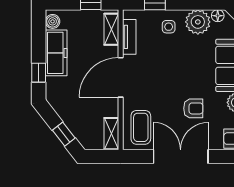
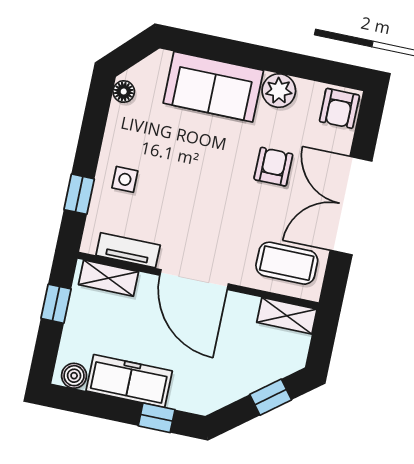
plant: (198, 22) -> (127, 128), removed

